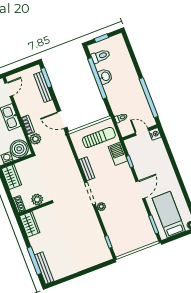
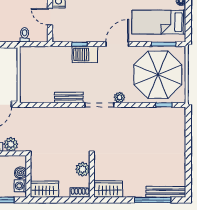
door: (142, 132) -> (50, 17), hinge flipped
sun lounger: (99, 137) -> (38, 69), removed
boiler: (19, 149) -> (20, 173), width x0.54, depth x0.54
barbecue: (118, 154) -> (85, 54), moved
door: (140, 190) -> (117, 44), hinge flipped
parasol: (129, 229) -> (158, 75), added

